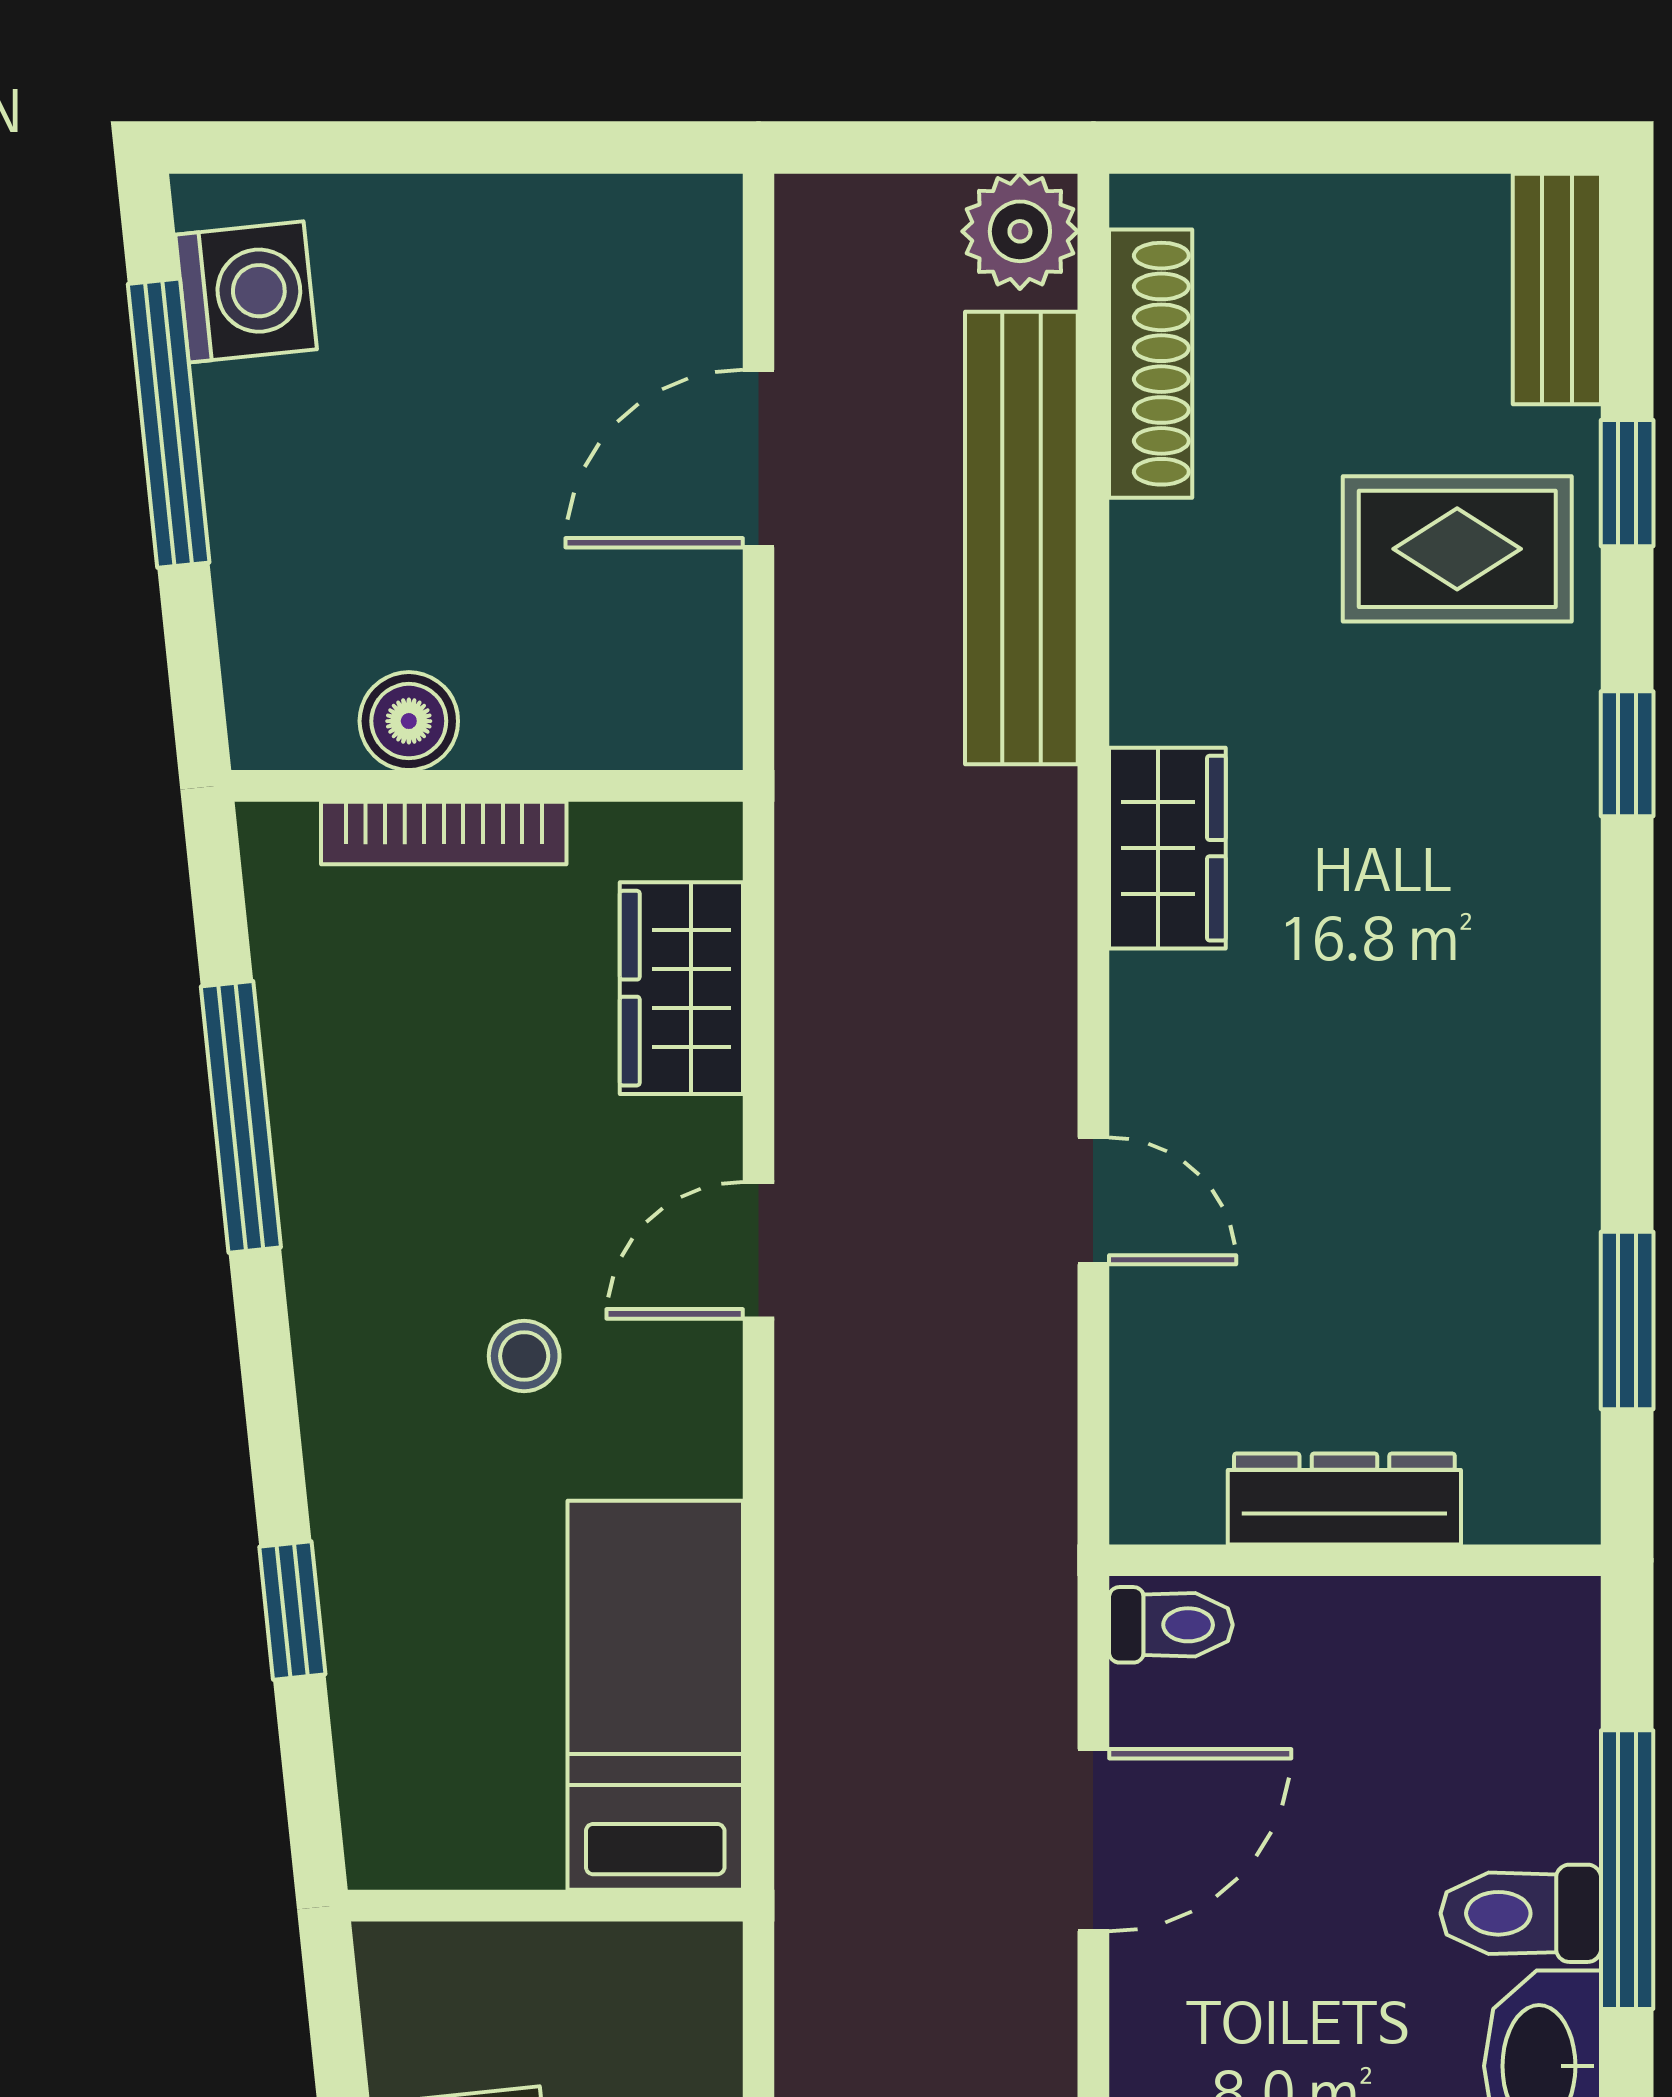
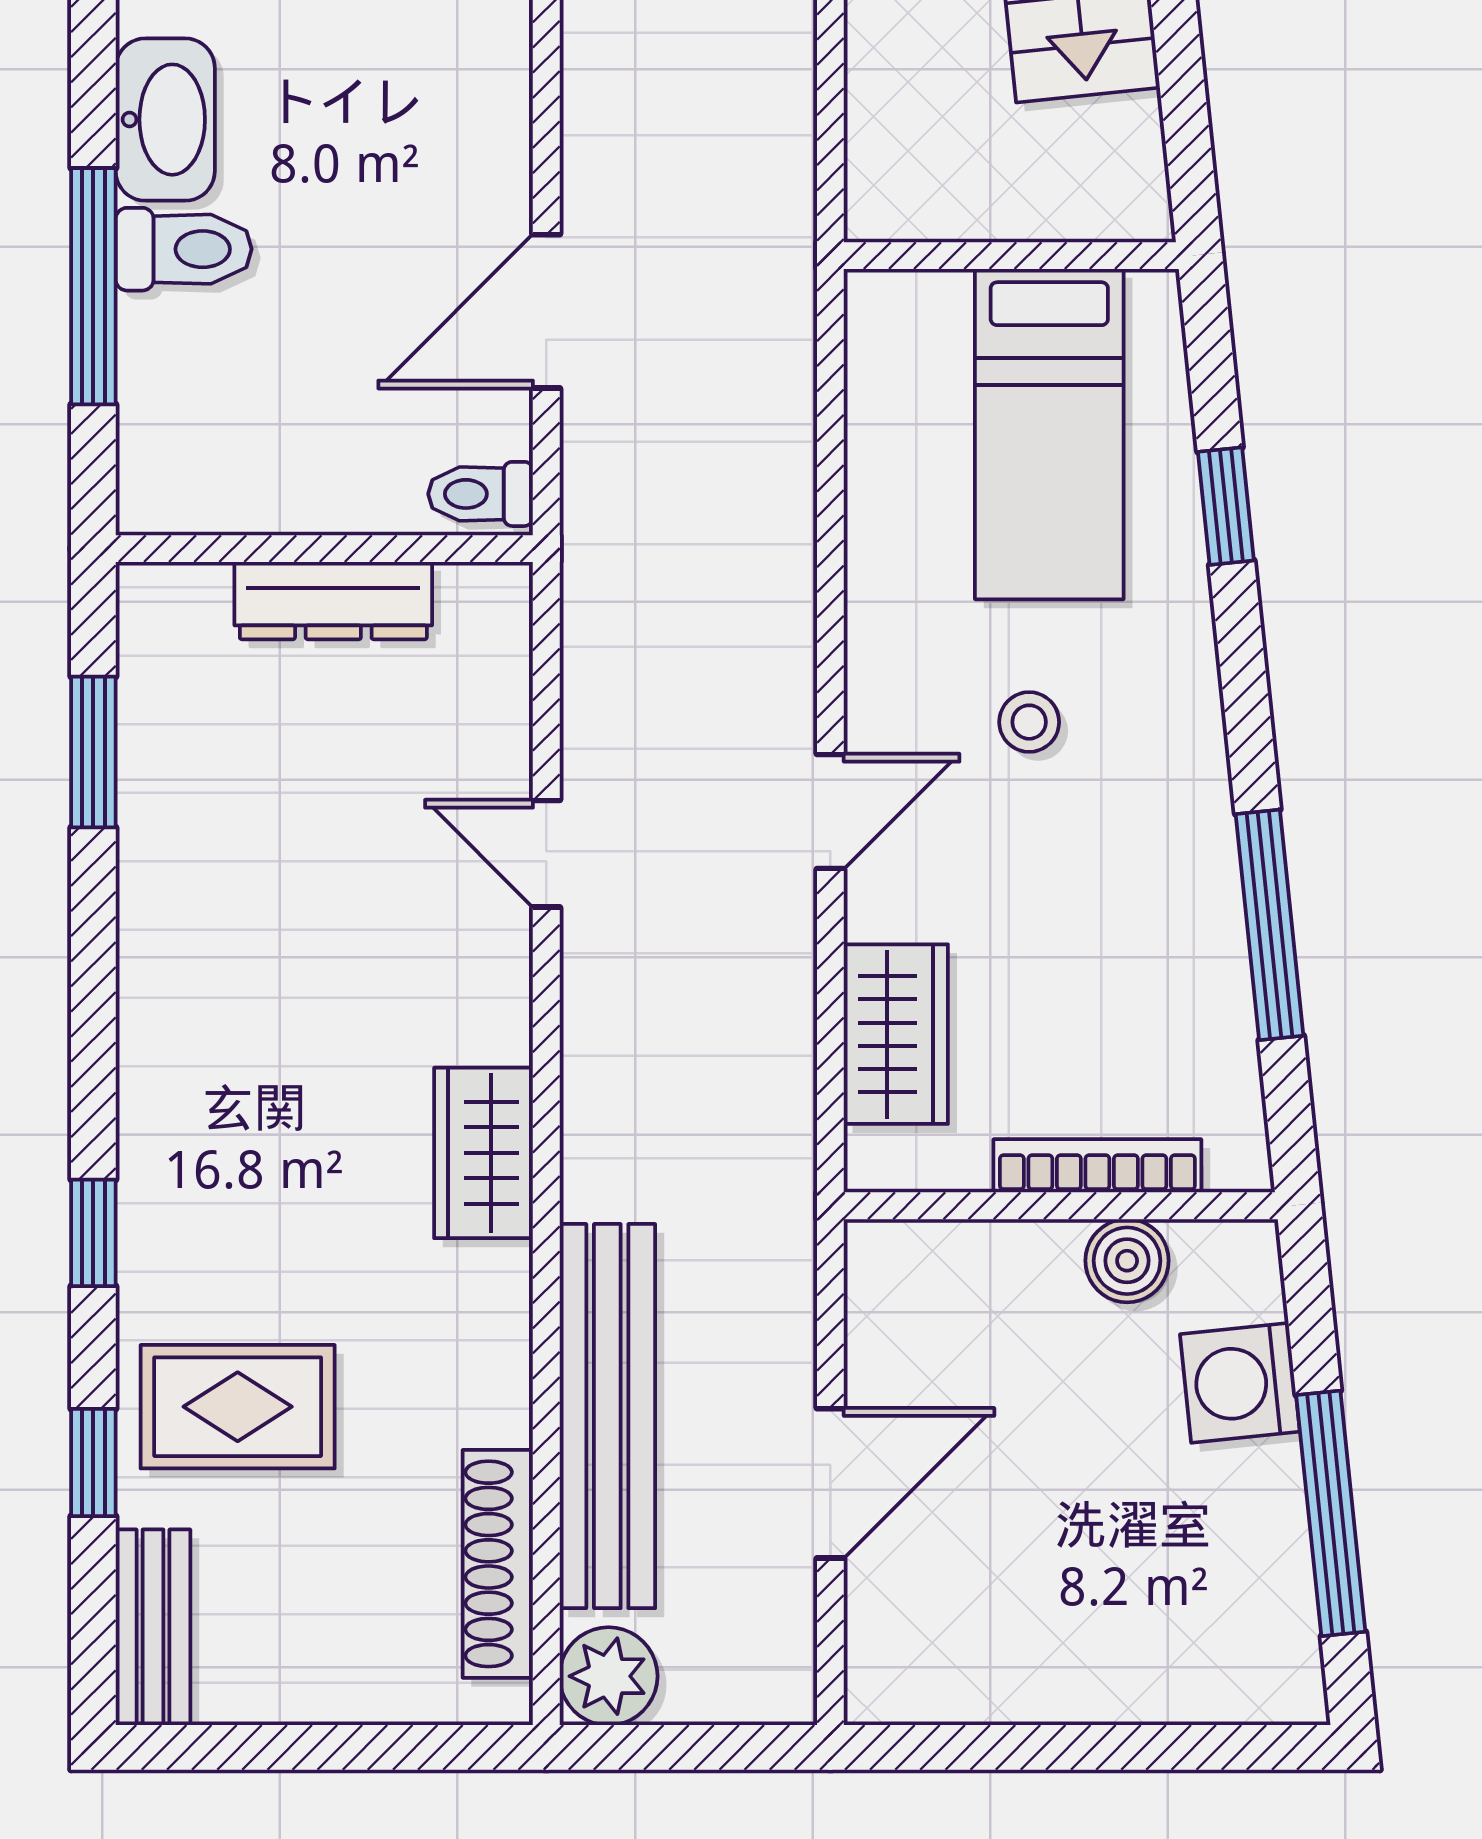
washing machine: (246, 292) -> (1240, 1383), moved
bed: (655, 1695) -> (1049, 434), moved

